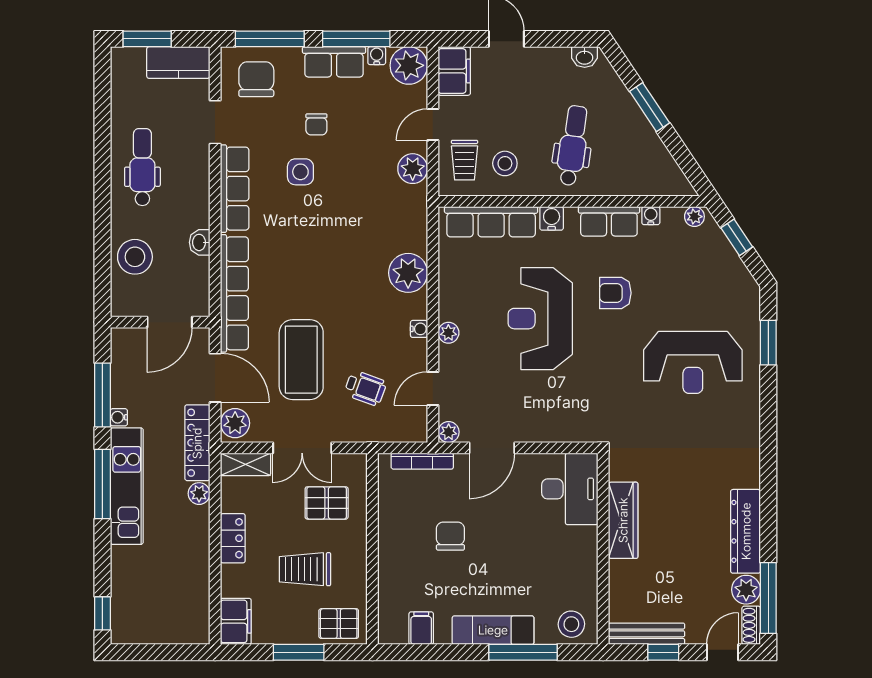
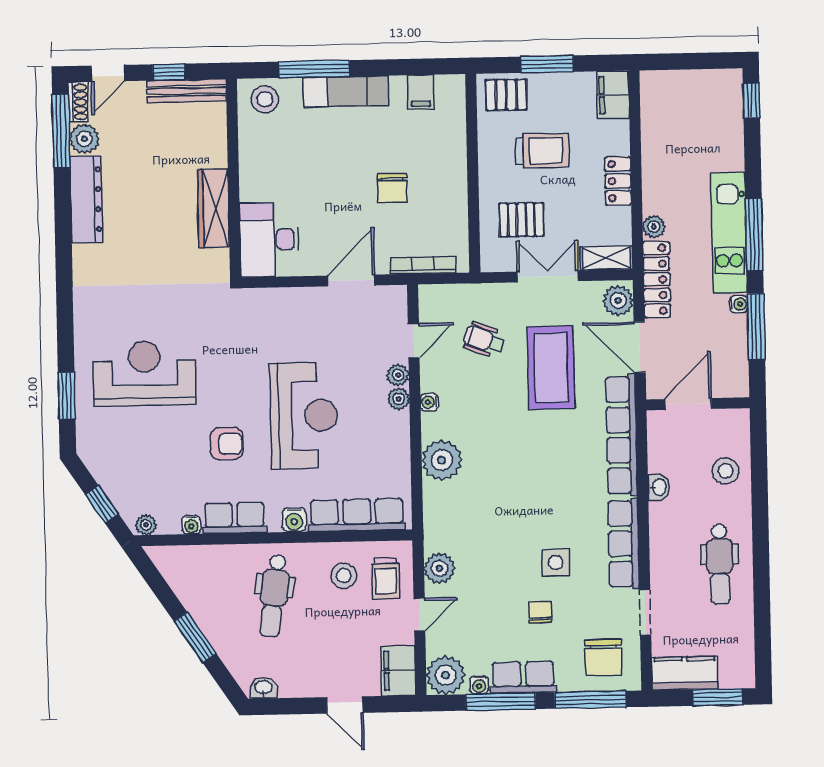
trolley: (465, 160) -> (386, 578), turned 180
stool: (135, 257) -> (726, 471), width x0.73, depth x0.73
plant: (449, 432) -> (398, 375), moved

